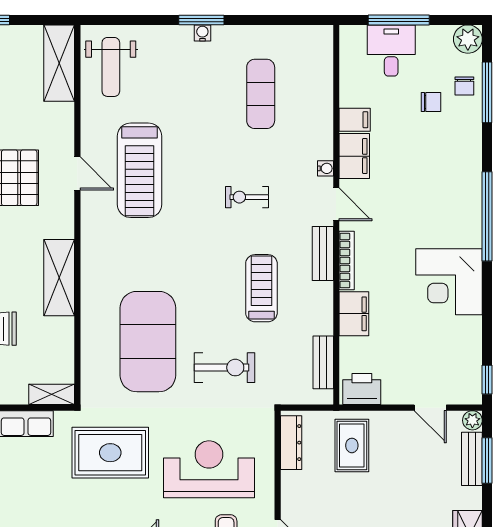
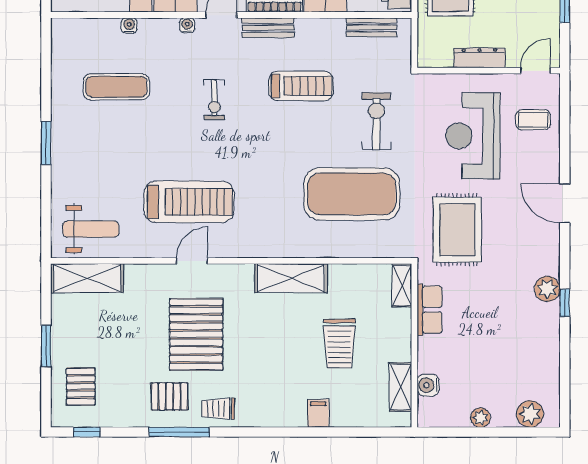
water cooler: (202, 33) -> (129, 26), moved, turned 90
treadmill: (261, 288) -> (301, 86), turned 180
dresser: (291, 443) -> (479, 58), moved

